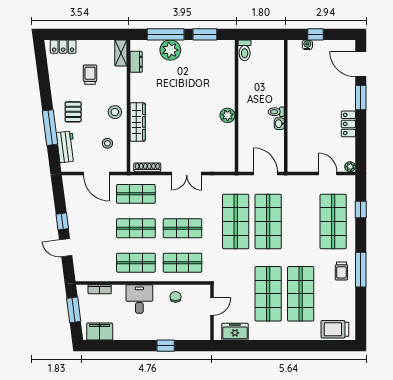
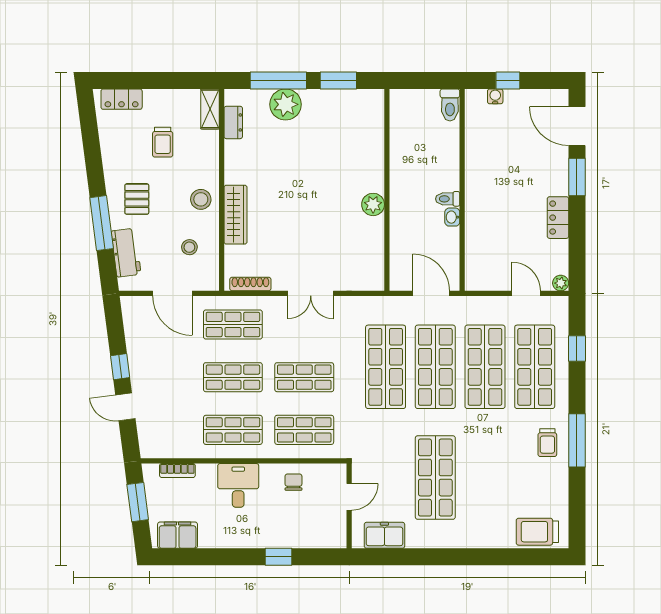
toilet: (245, 50) -> (450, 105), moved
trolley: (90, 75) -> (163, 142), turned 180
shop shelf: (301, 294) -> (485, 367), moved

